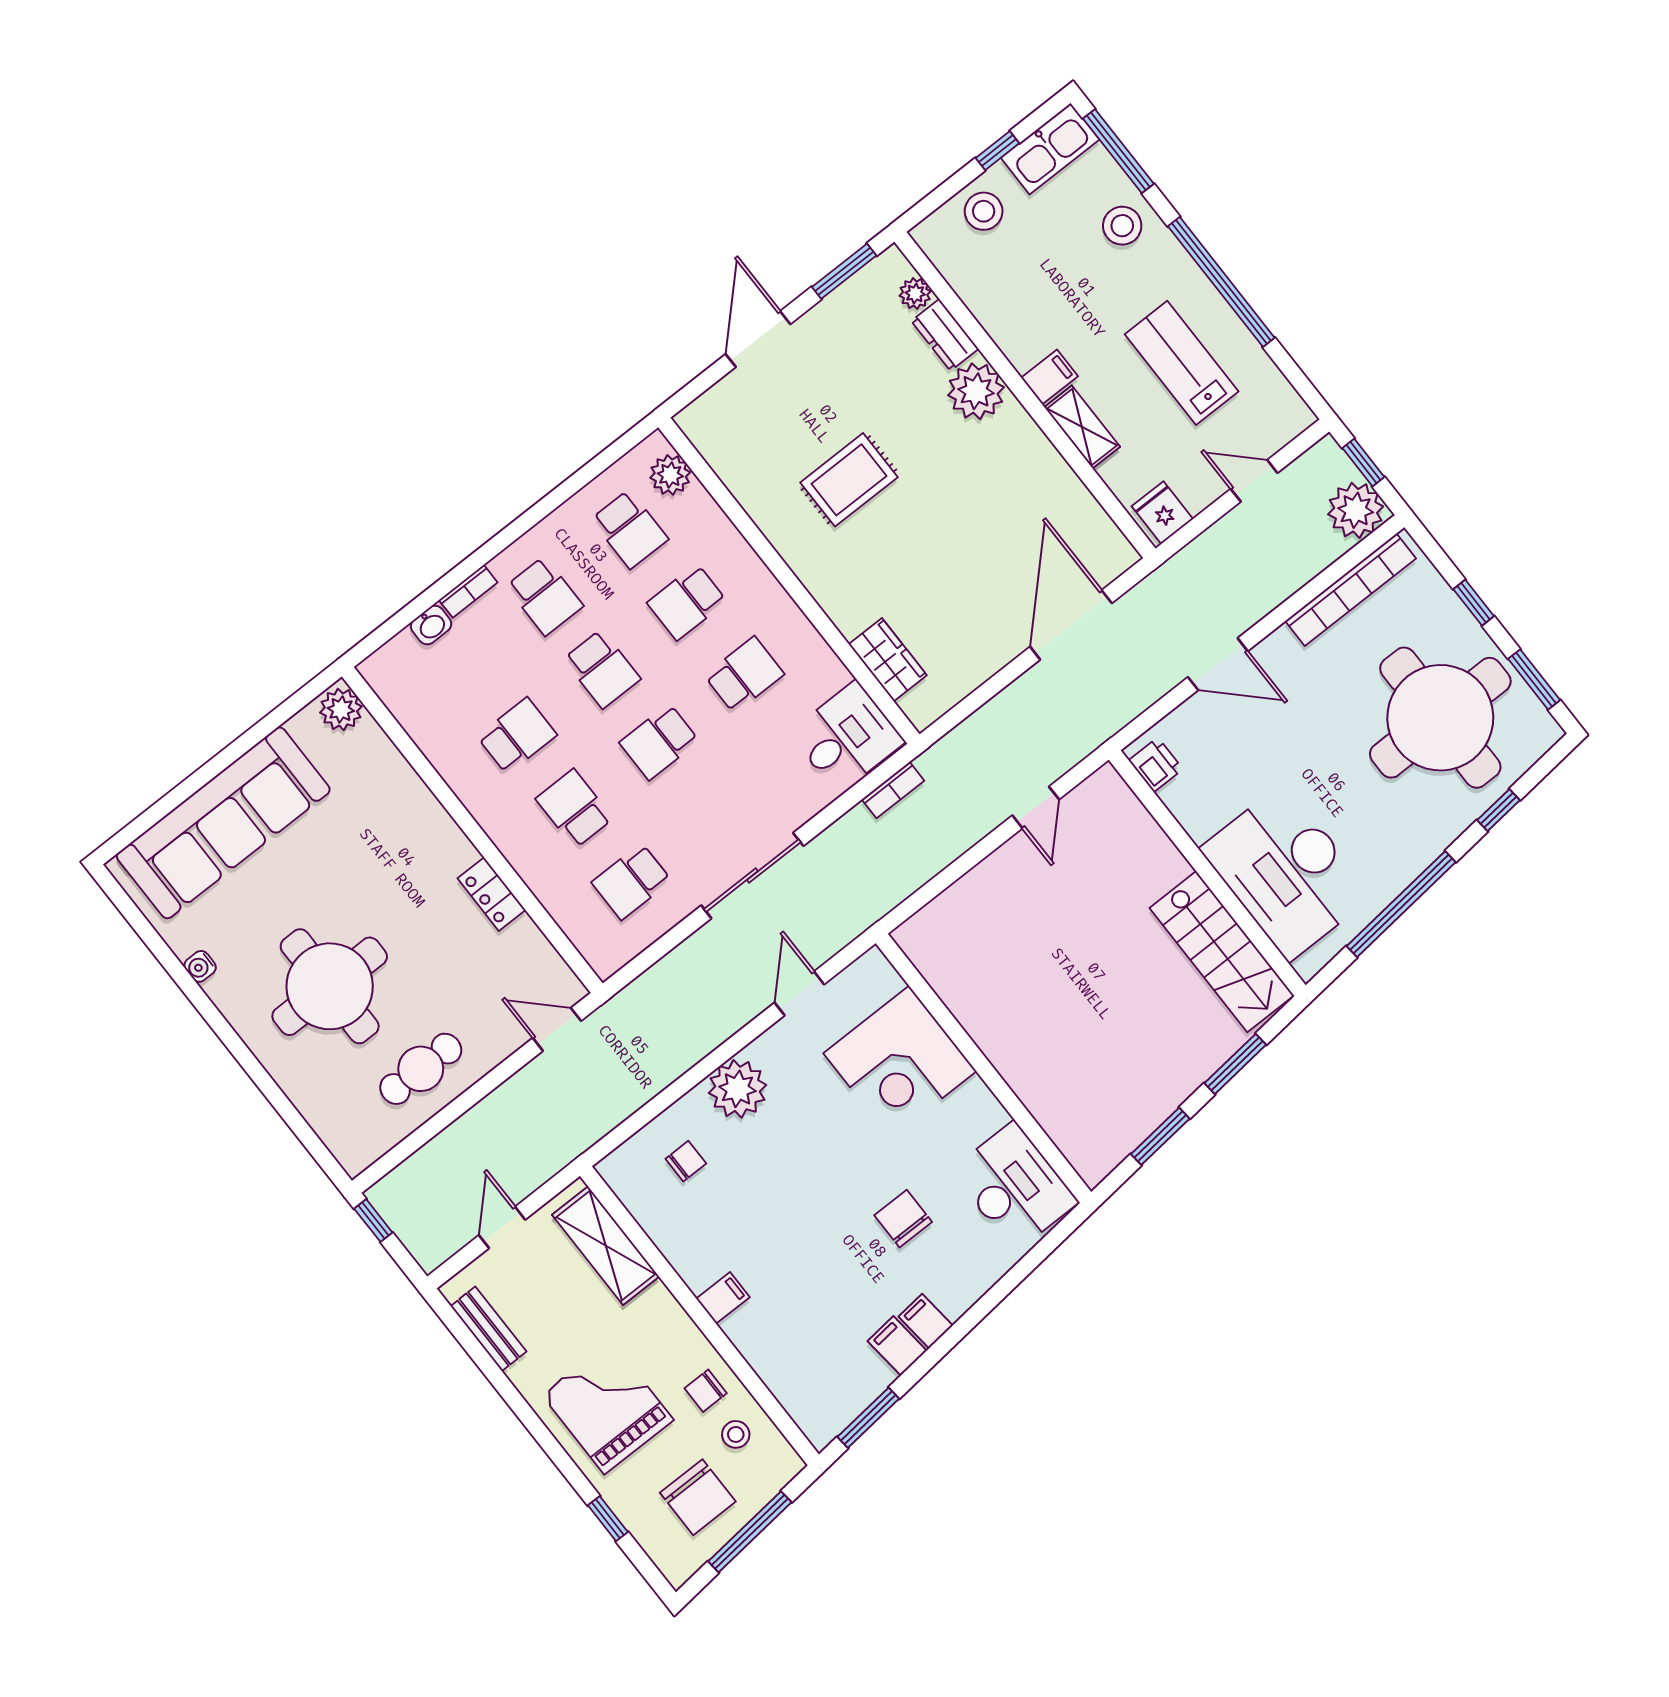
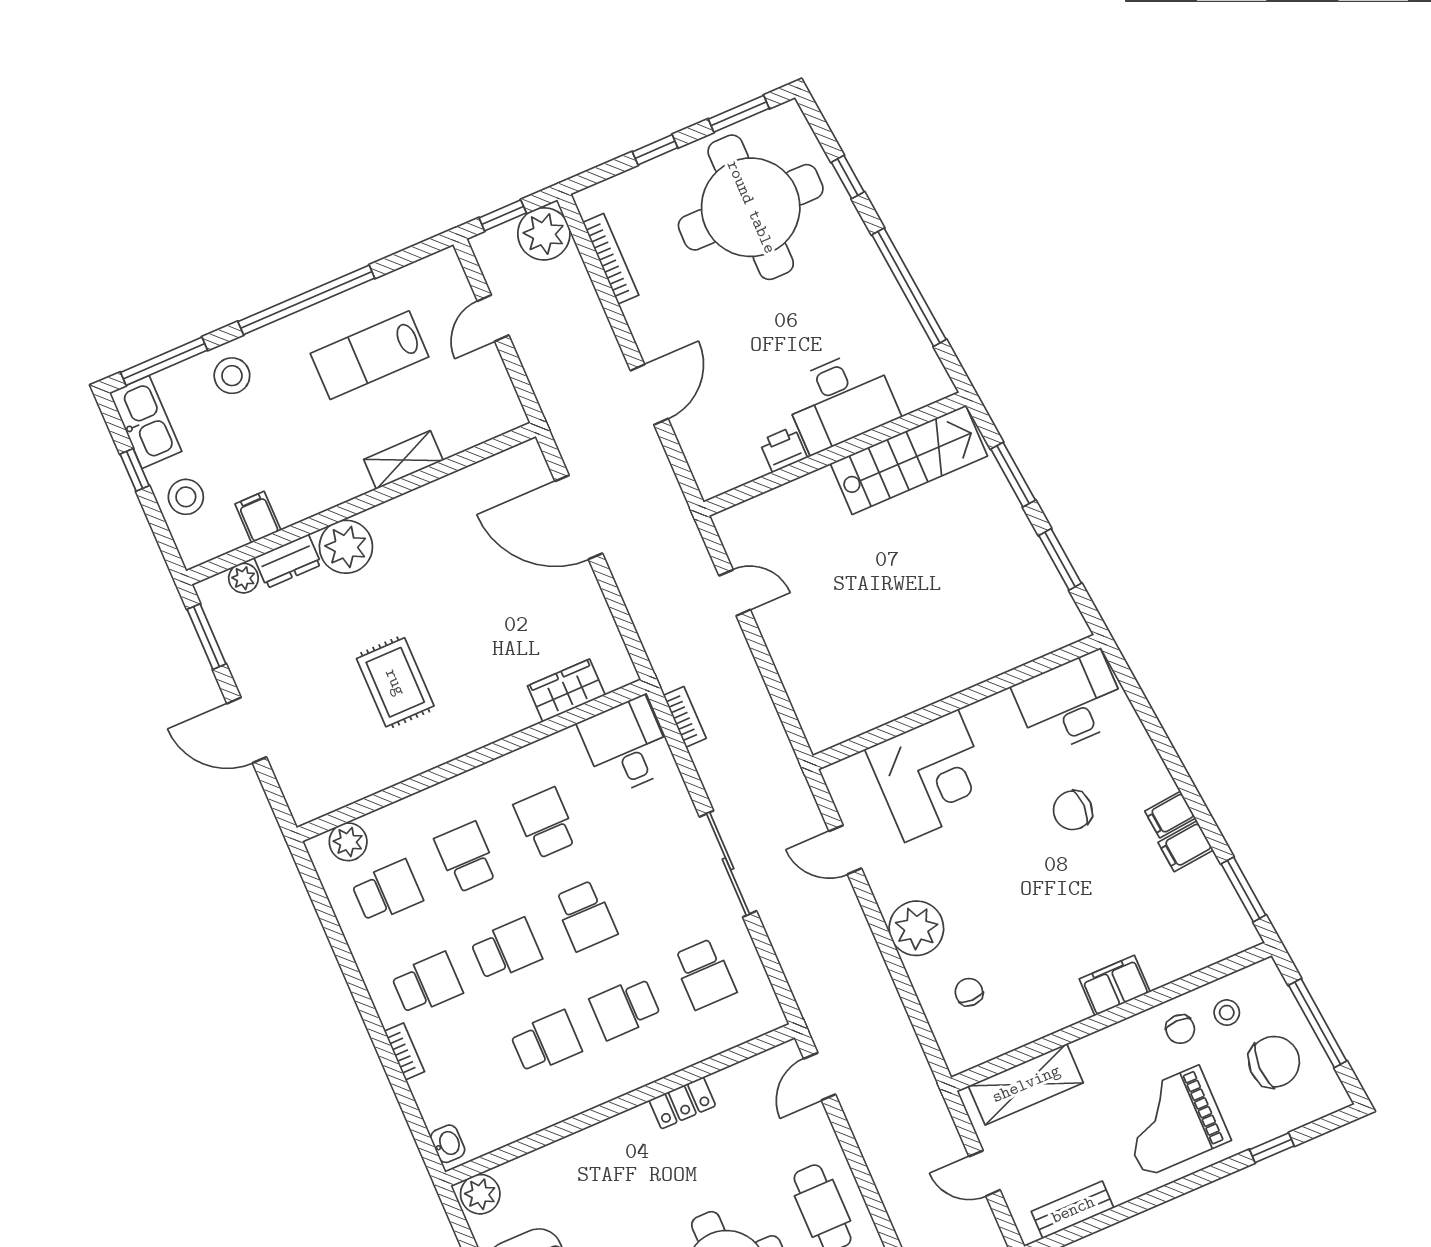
filing cabinet: (1050, 377) -> (258, 517), moved
fridge: (1162, 513) -> (500, 408), removed
bookcase: (1351, 590) -> (611, 259), width x0.68, depth x0.76
school desk: (687, 602) -> (466, 857), turned 180
washbasin: (431, 625) -> (448, 1144), moved
school desk: (517, 736) -> (546, 1042), turned 90
printer: (1156, 765) -> (783, 449), moved
desk: (1286, 872) -> (841, 401), width x0.73, depth x0.77
filing cabinet: (723, 1298) -> (1115, 985), width x2.00

